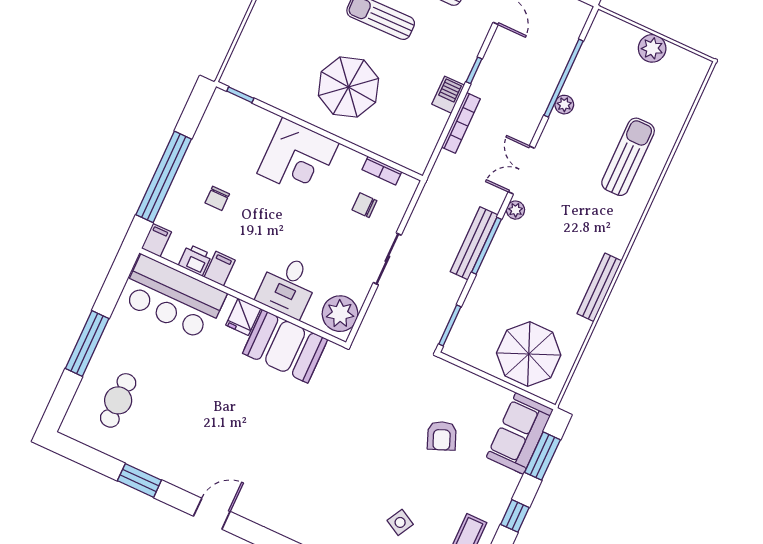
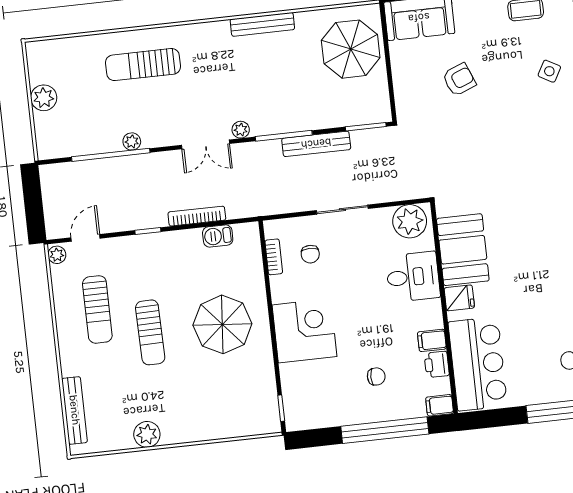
barbecue: (448, 95) -> (218, 236), moved
bench: (474, 243) -> (316, 144), moved

